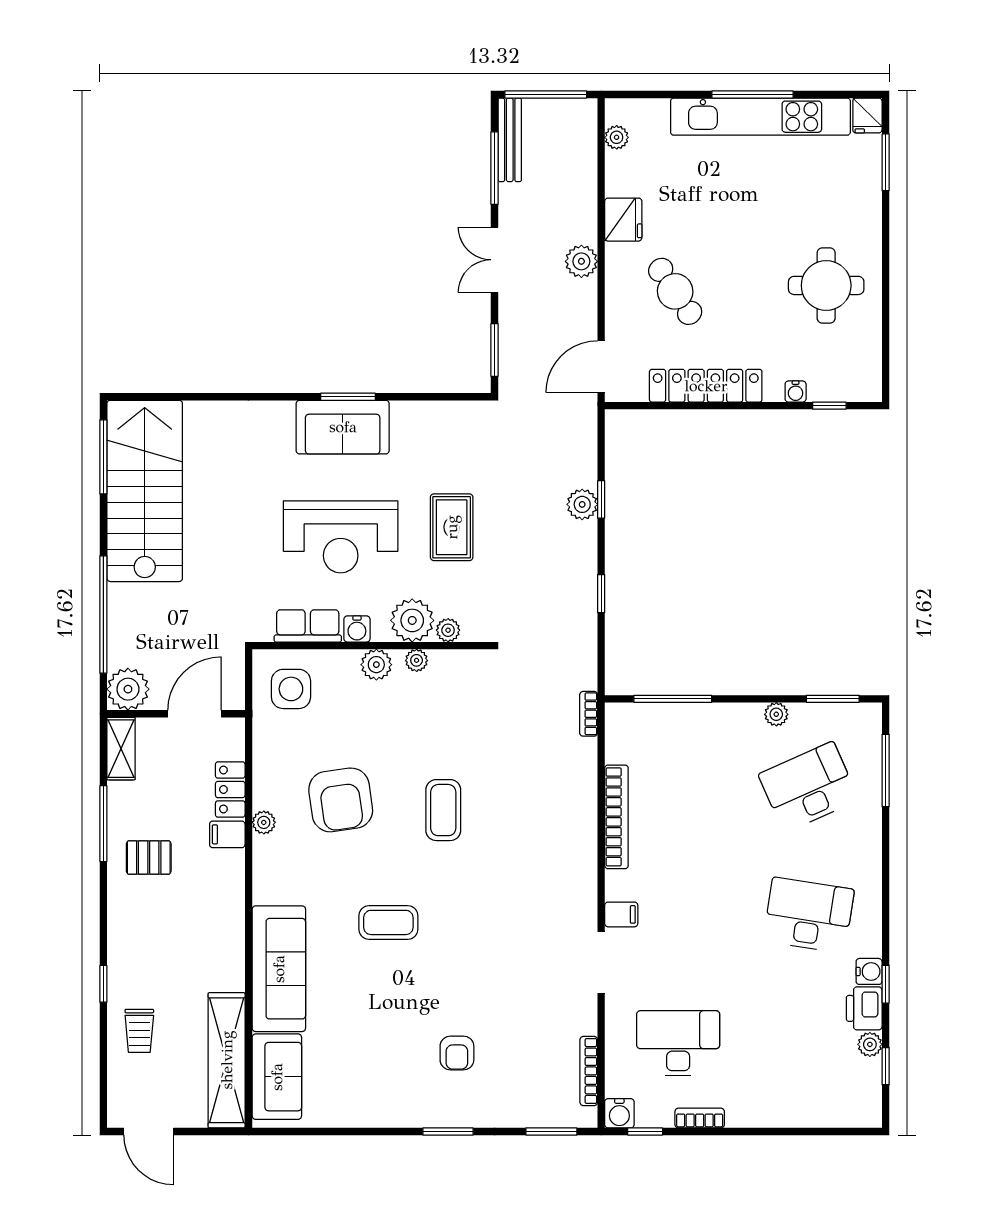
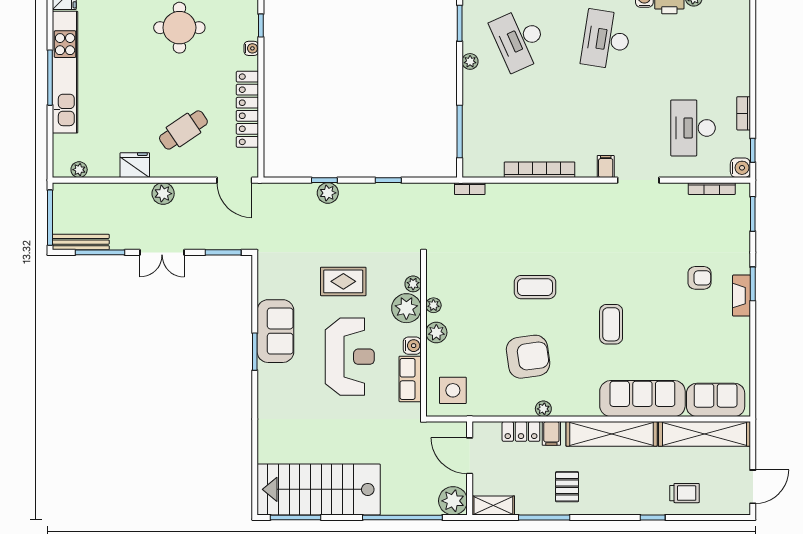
sofa: (343, 427) -> (275, 331), moved
shelving: (227, 923) -> (612, 434), added
fireplace: (431, 1115) -> (742, 296), added

